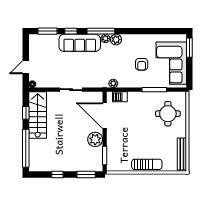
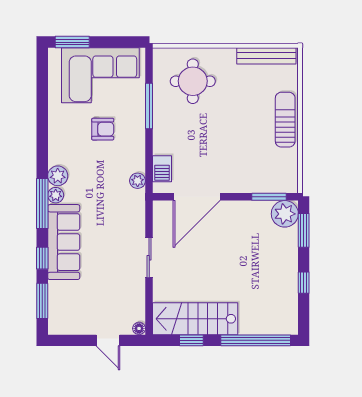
plant: (95, 139) -> (285, 214), moved

